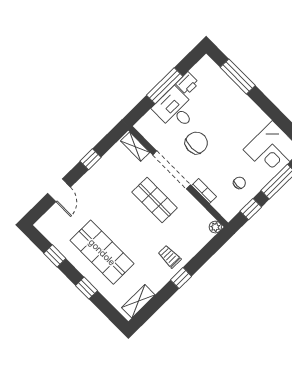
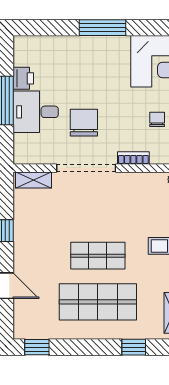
window: (238, 76) -> (103, 28), moved
shop shelf: (155, 200) -> (98, 256), moved
window: (55, 256) -> (37, 347), moved
window: (87, 288) -> (134, 347), moved

